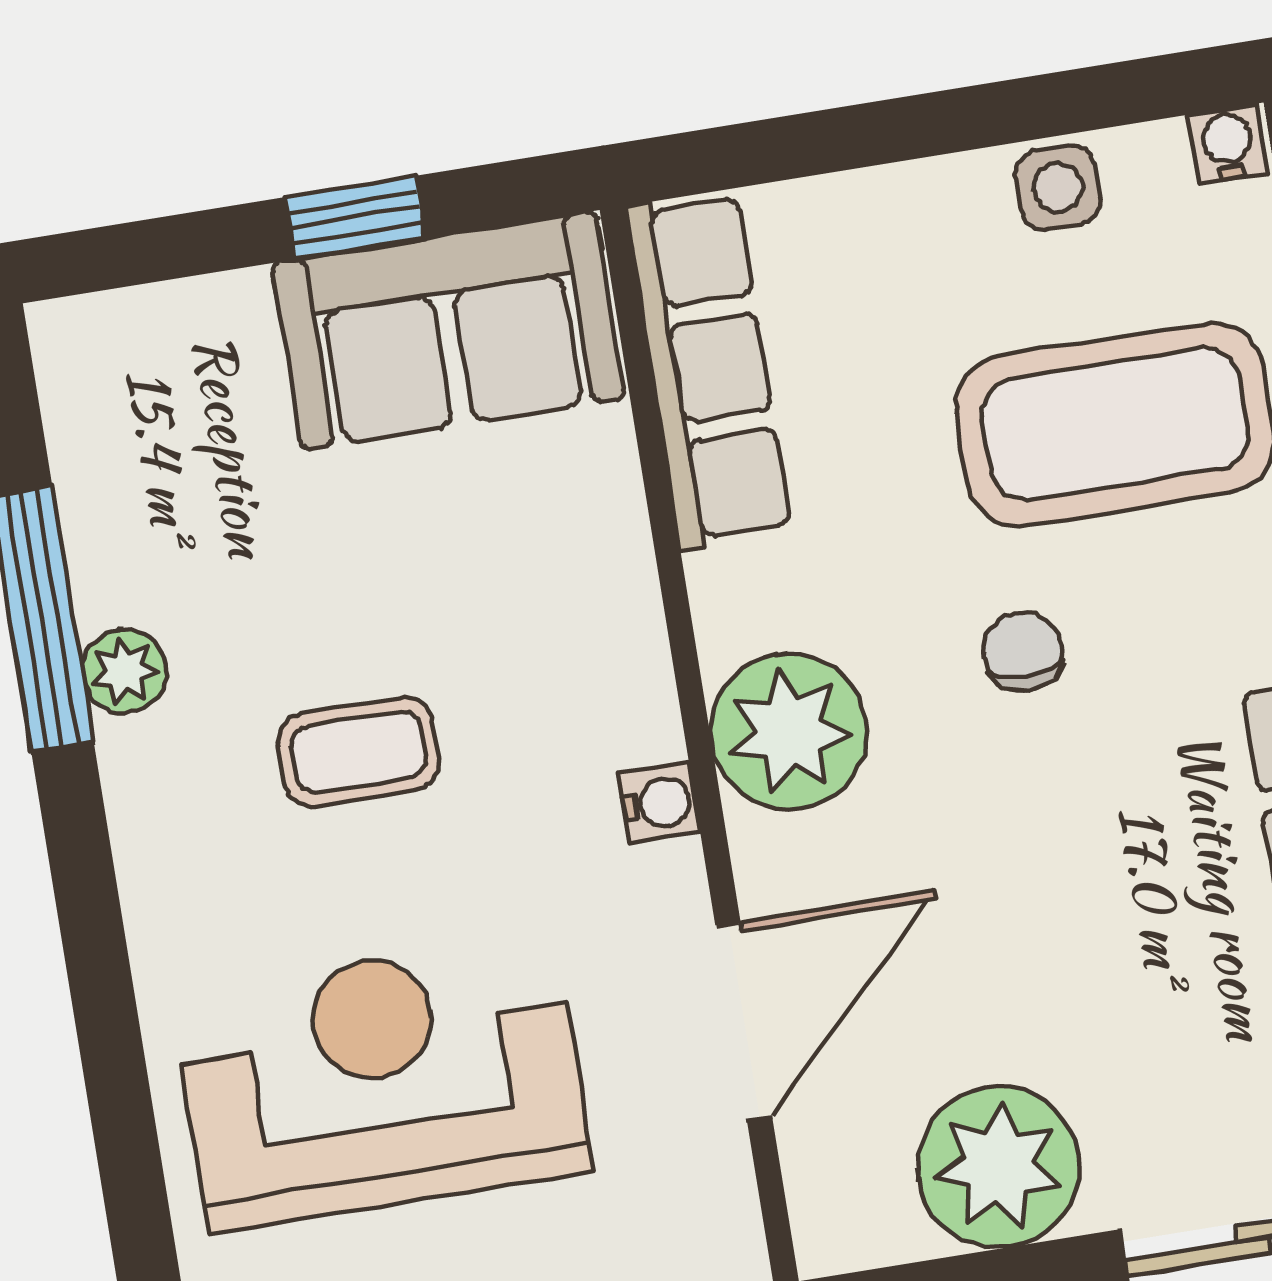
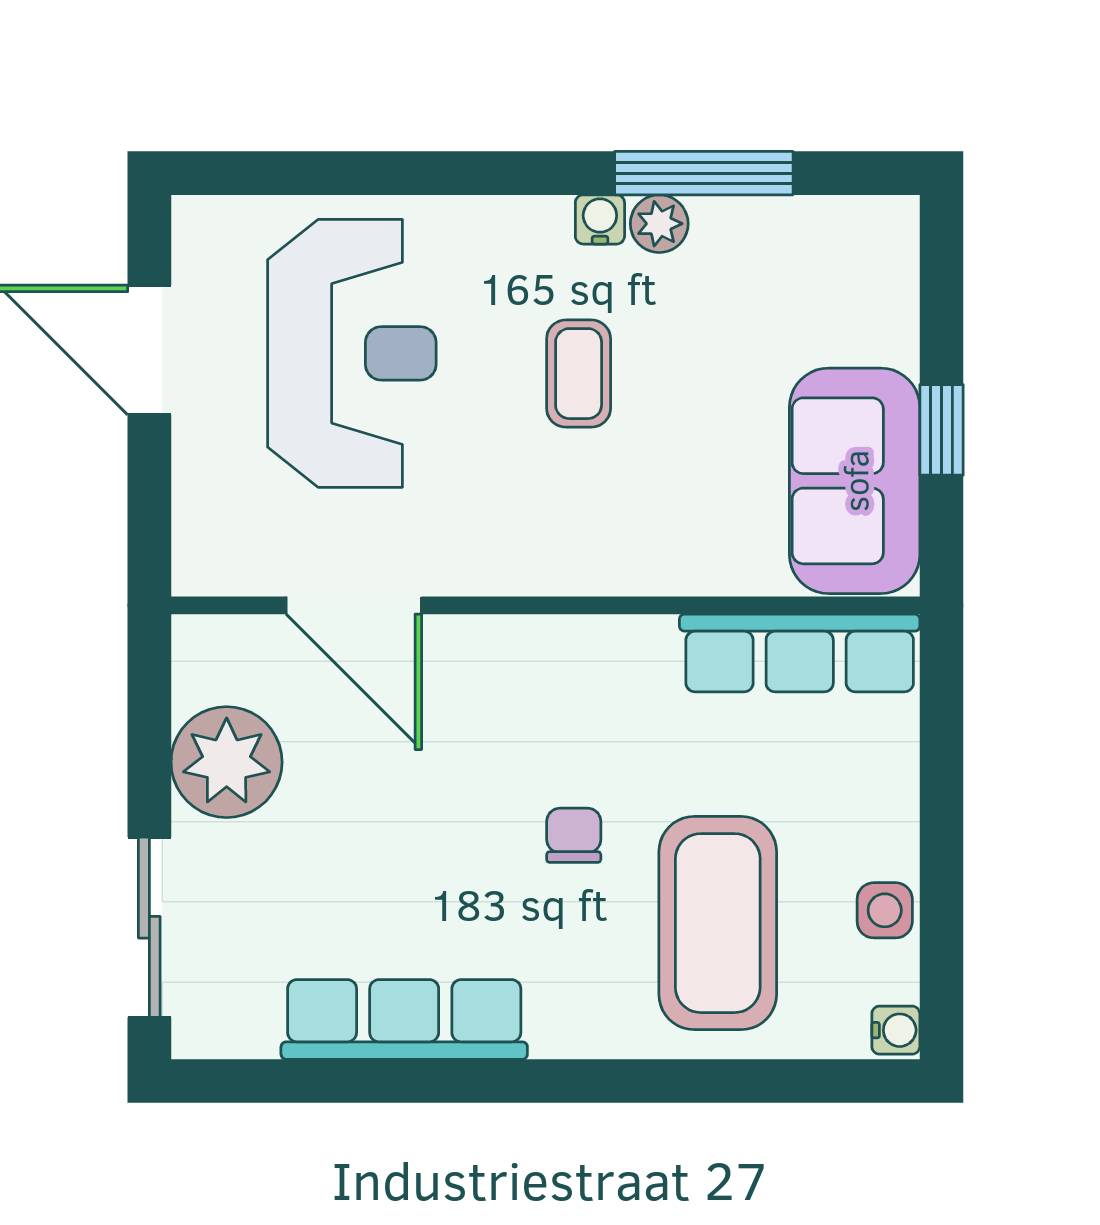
chair: (1023, 651) -> (574, 835), turned -90
plant: (789, 731) -> (545, 668), removed
water cooler: (659, 803) -> (600, 219), moved, turned 180

